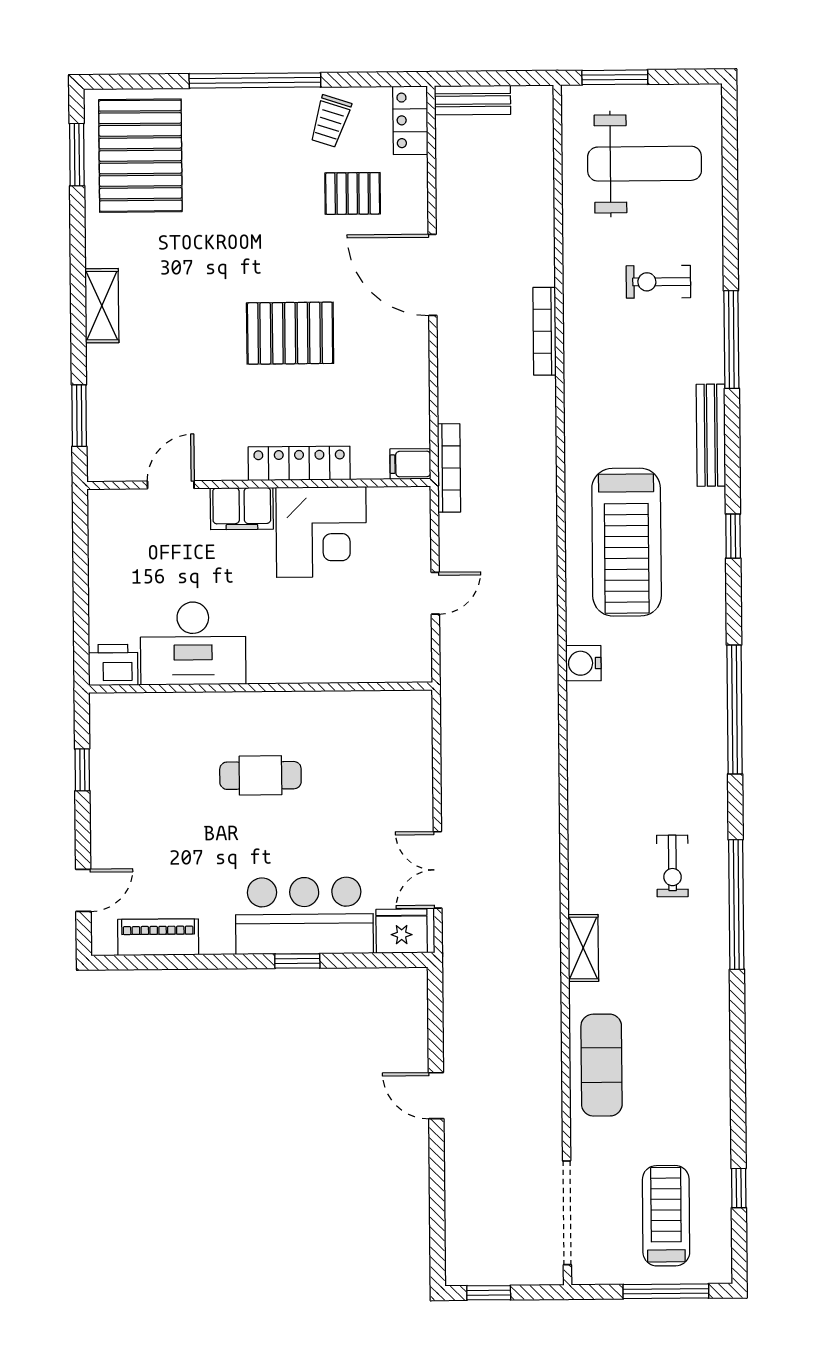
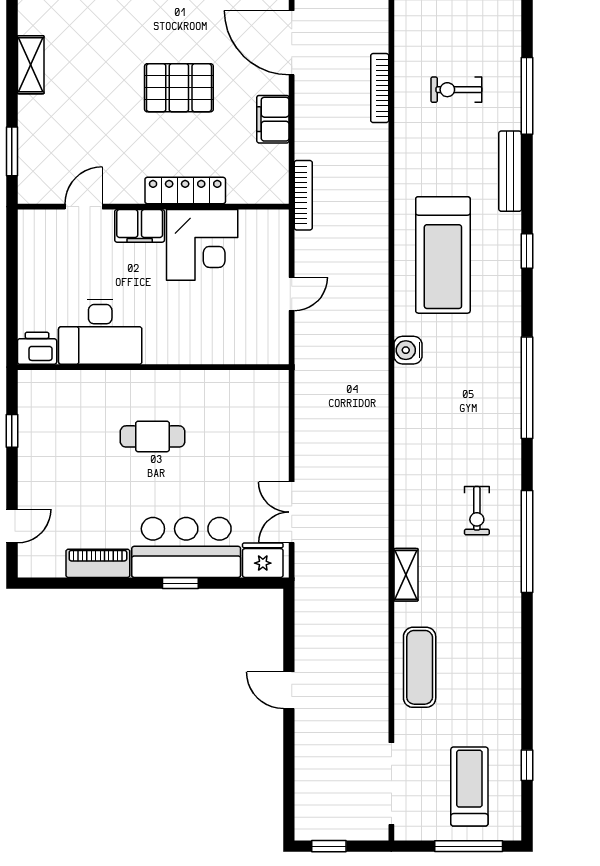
exercise bike: (658, 282) -> (456, 90), moved
filing cabinet: (410, 464) -> (273, 119), moved, width x2.00
piano: (158, 937) -> (98, 563), moved

